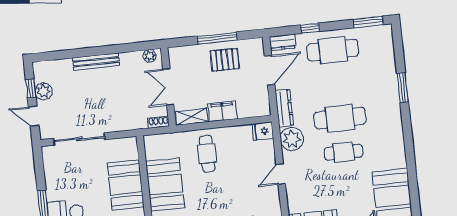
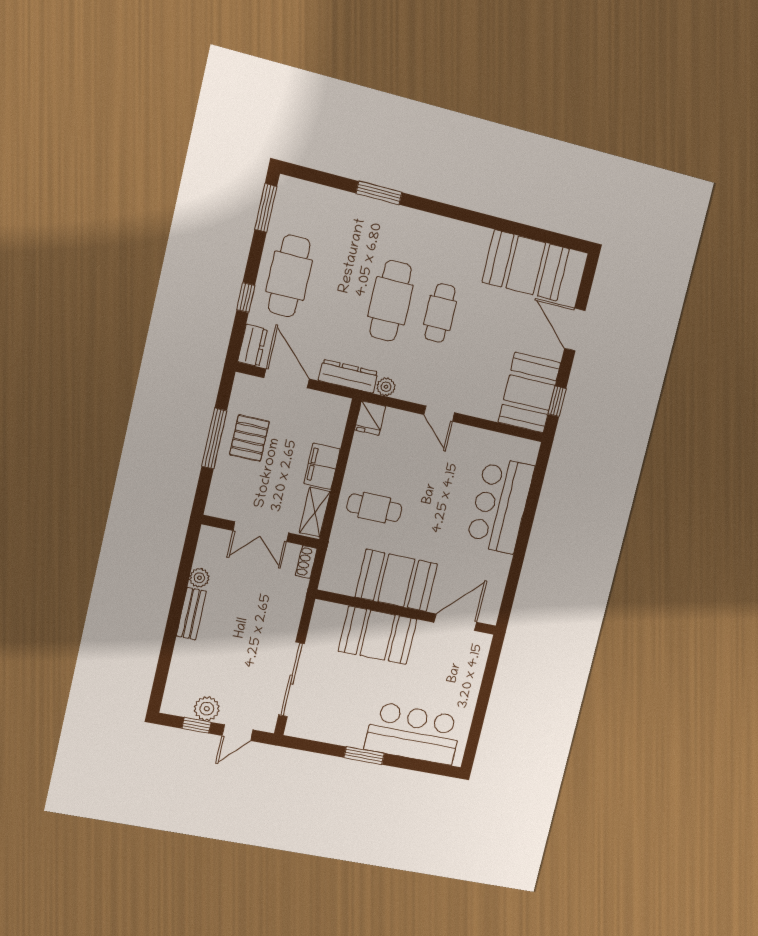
plant: (150, 56) -> (199, 578), moved
bench: (96, 62) -> (191, 614), width x0.73
plant: (292, 139) -> (386, 387), width x0.53, depth x0.53

